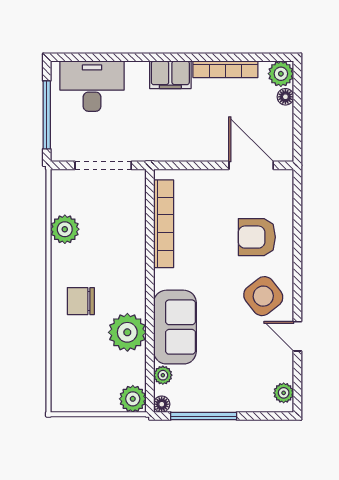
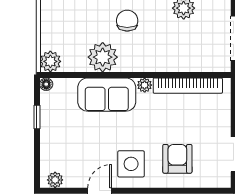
side table: (263, 296) -> (131, 164), turned 38
plant: (163, 375) -> (145, 85), moved
window: (204, 416) -> (37, 117), width x0.46

